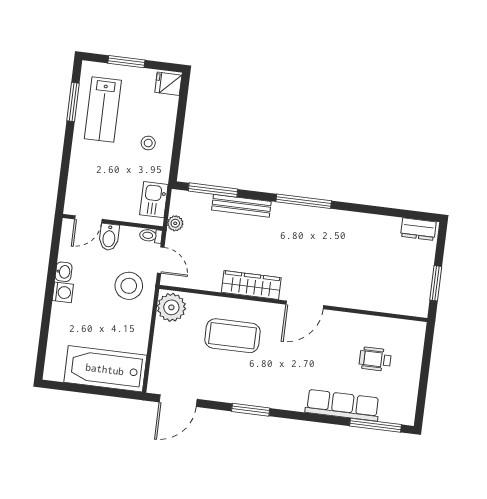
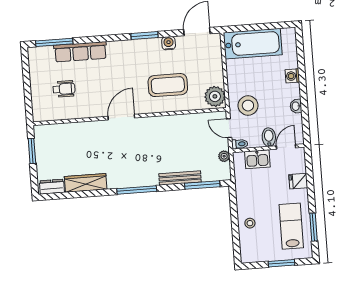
fridge: (168, 84) -> (298, 181), moved, turned 180
stool: (148, 143) -> (250, 223), moved
kitchen sink: (154, 200) -> (257, 159), moved, turned 90
wardrobe: (251, 285) -> (86, 183), moved, turned 180
washing machine: (63, 292) -> (292, 76), moved
water cooler: (220, 393) -> (169, 43), added

